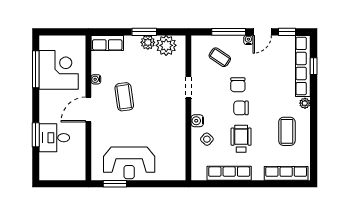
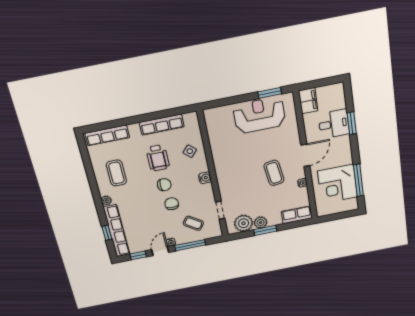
doorway: (188, 87) -> (220, 210), moved
water cooler: (197, 121) -> (205, 178), moved
filing cabinet: (77, 168) -> (308, 101), added

